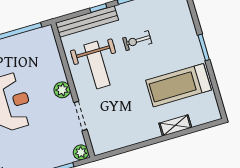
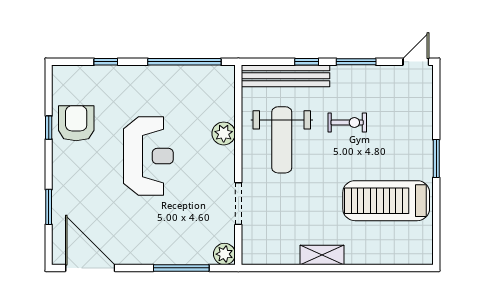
exercise bike: (137, 41) -> (347, 122), turned 180
plant: (62, 90) -> (224, 133), moved
shelving: (175, 125) -> (322, 255), moved

